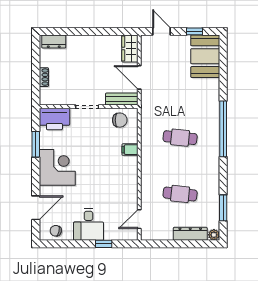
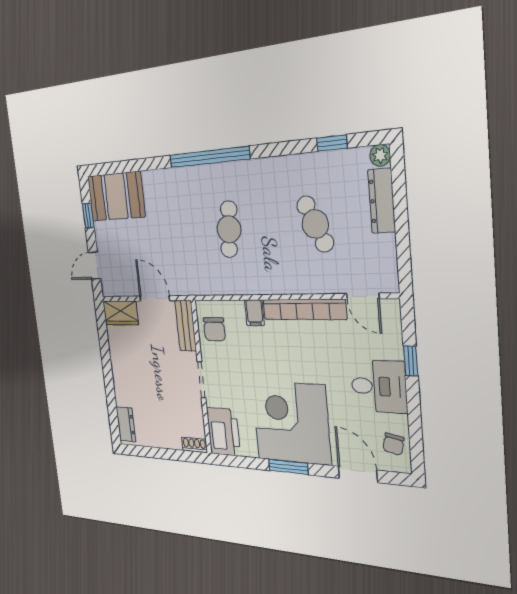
shoe rack: (44, 77) -> (194, 445), moved
door: (139, 77) -> (155, 298), swing flipped
chair: (120, 120) -> (214, 329), turned 180
window: (36, 144) -> (288, 467), moved
corner desk: (57, 167) -> (291, 423), width x1.36, depth x1.36
bookcase: (132, 183) -> (304, 309), added
cafe table: (180, 194) -> (315, 224), turned -30
window: (223, 208) -> (332, 143), width x0.67

